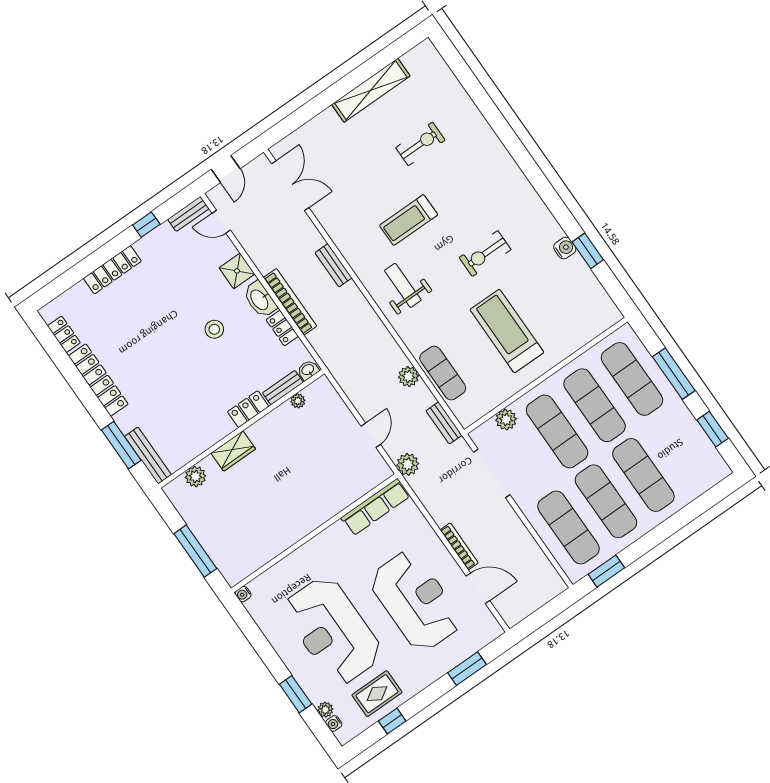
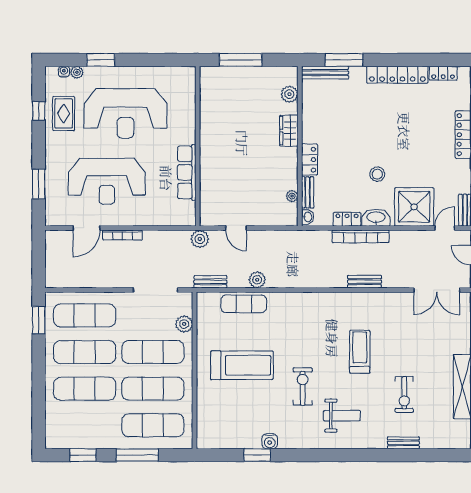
bench: (471, 110) -> (403, 443), added
shower: (237, 271) -> (414, 207), width x1.86, depth x1.86
weight bench: (403, 285) -> (342, 416), moved
row of seats: (376, 507) -> (187, 172), moved
water cooler: (243, 594) -> (190, 71), removed
reception desk: (332, 631) -> (125, 113), turned 180

